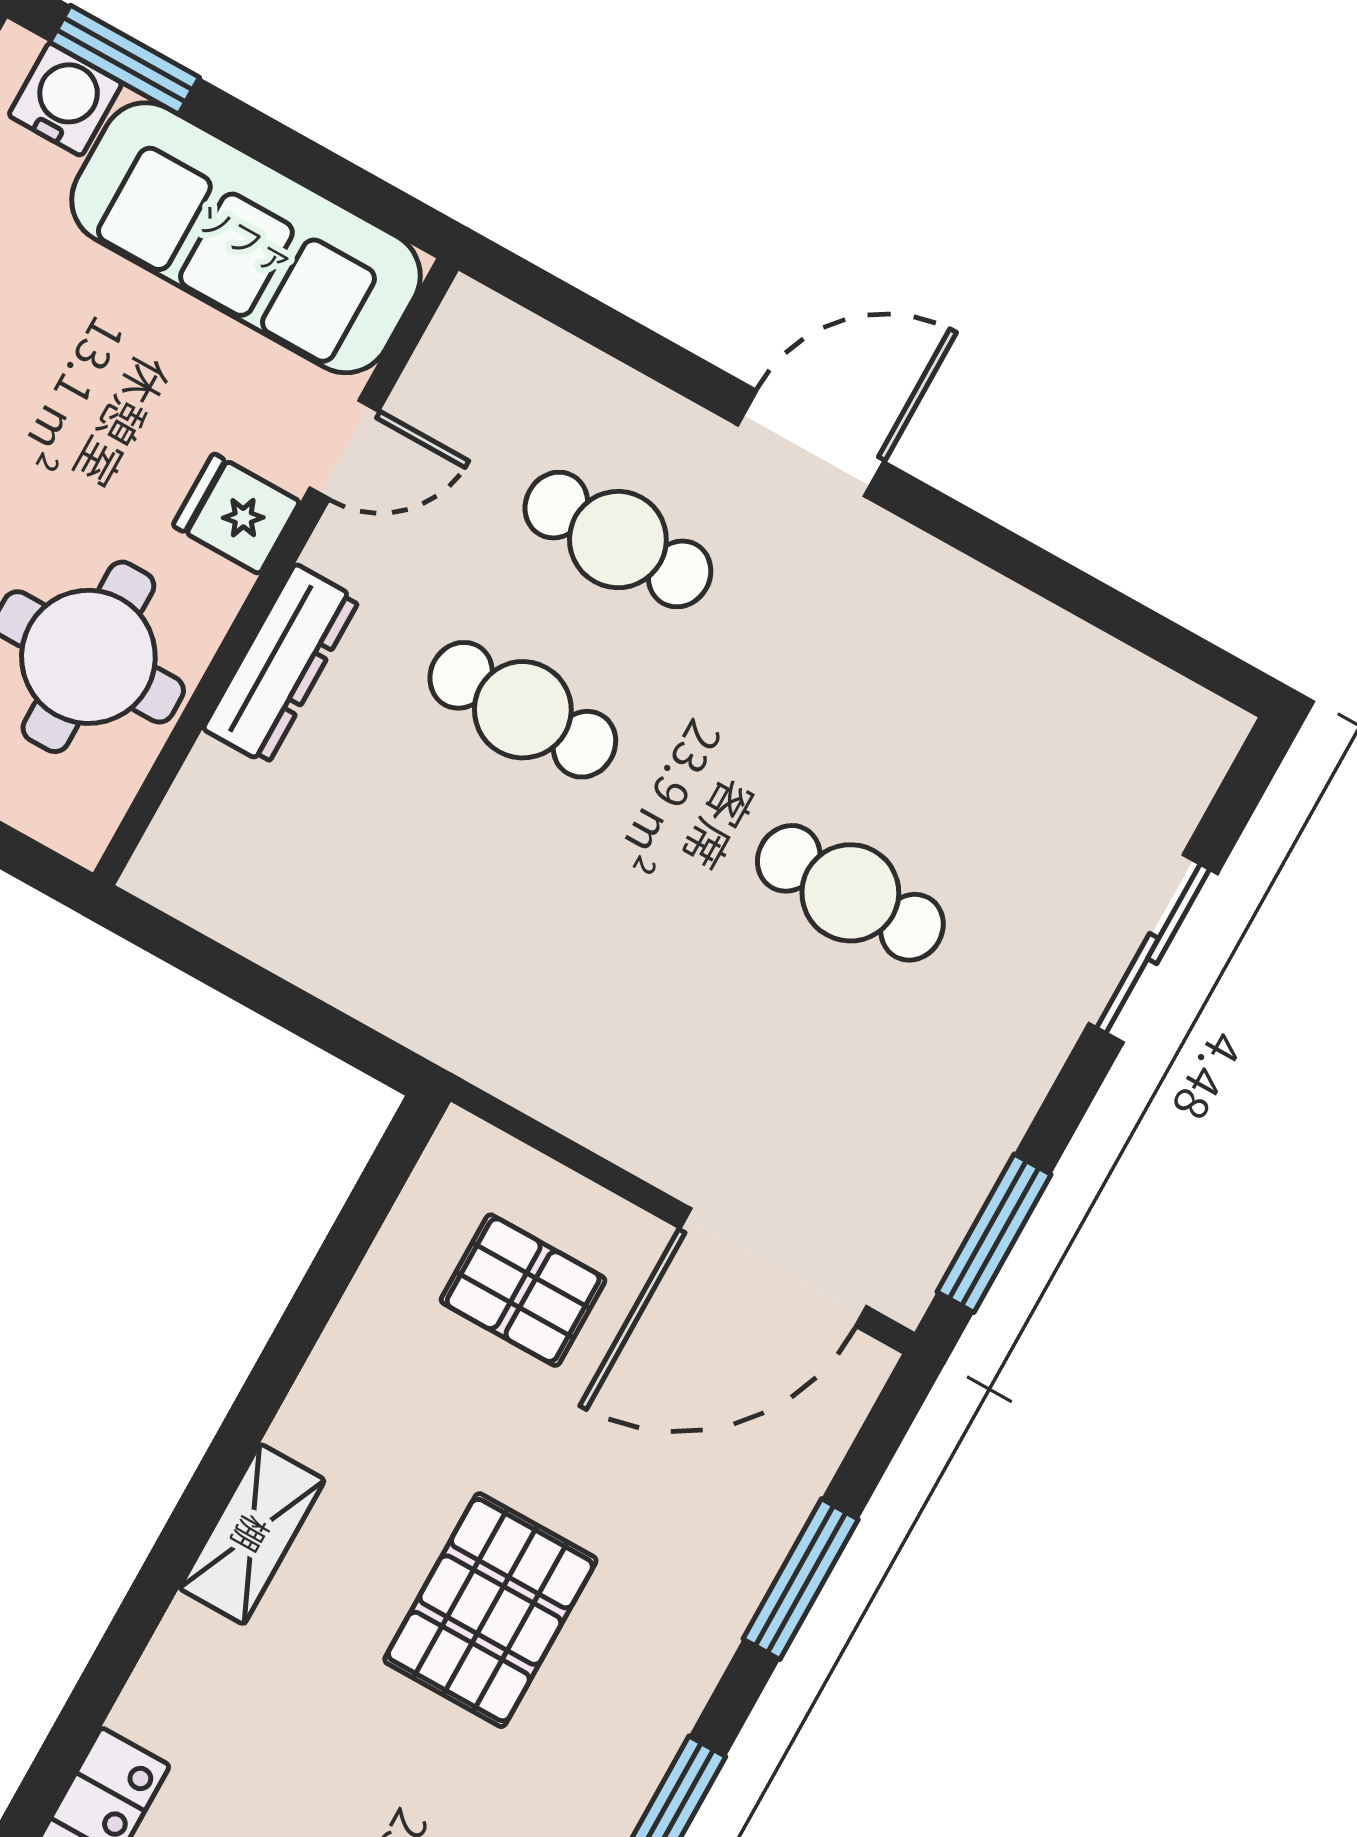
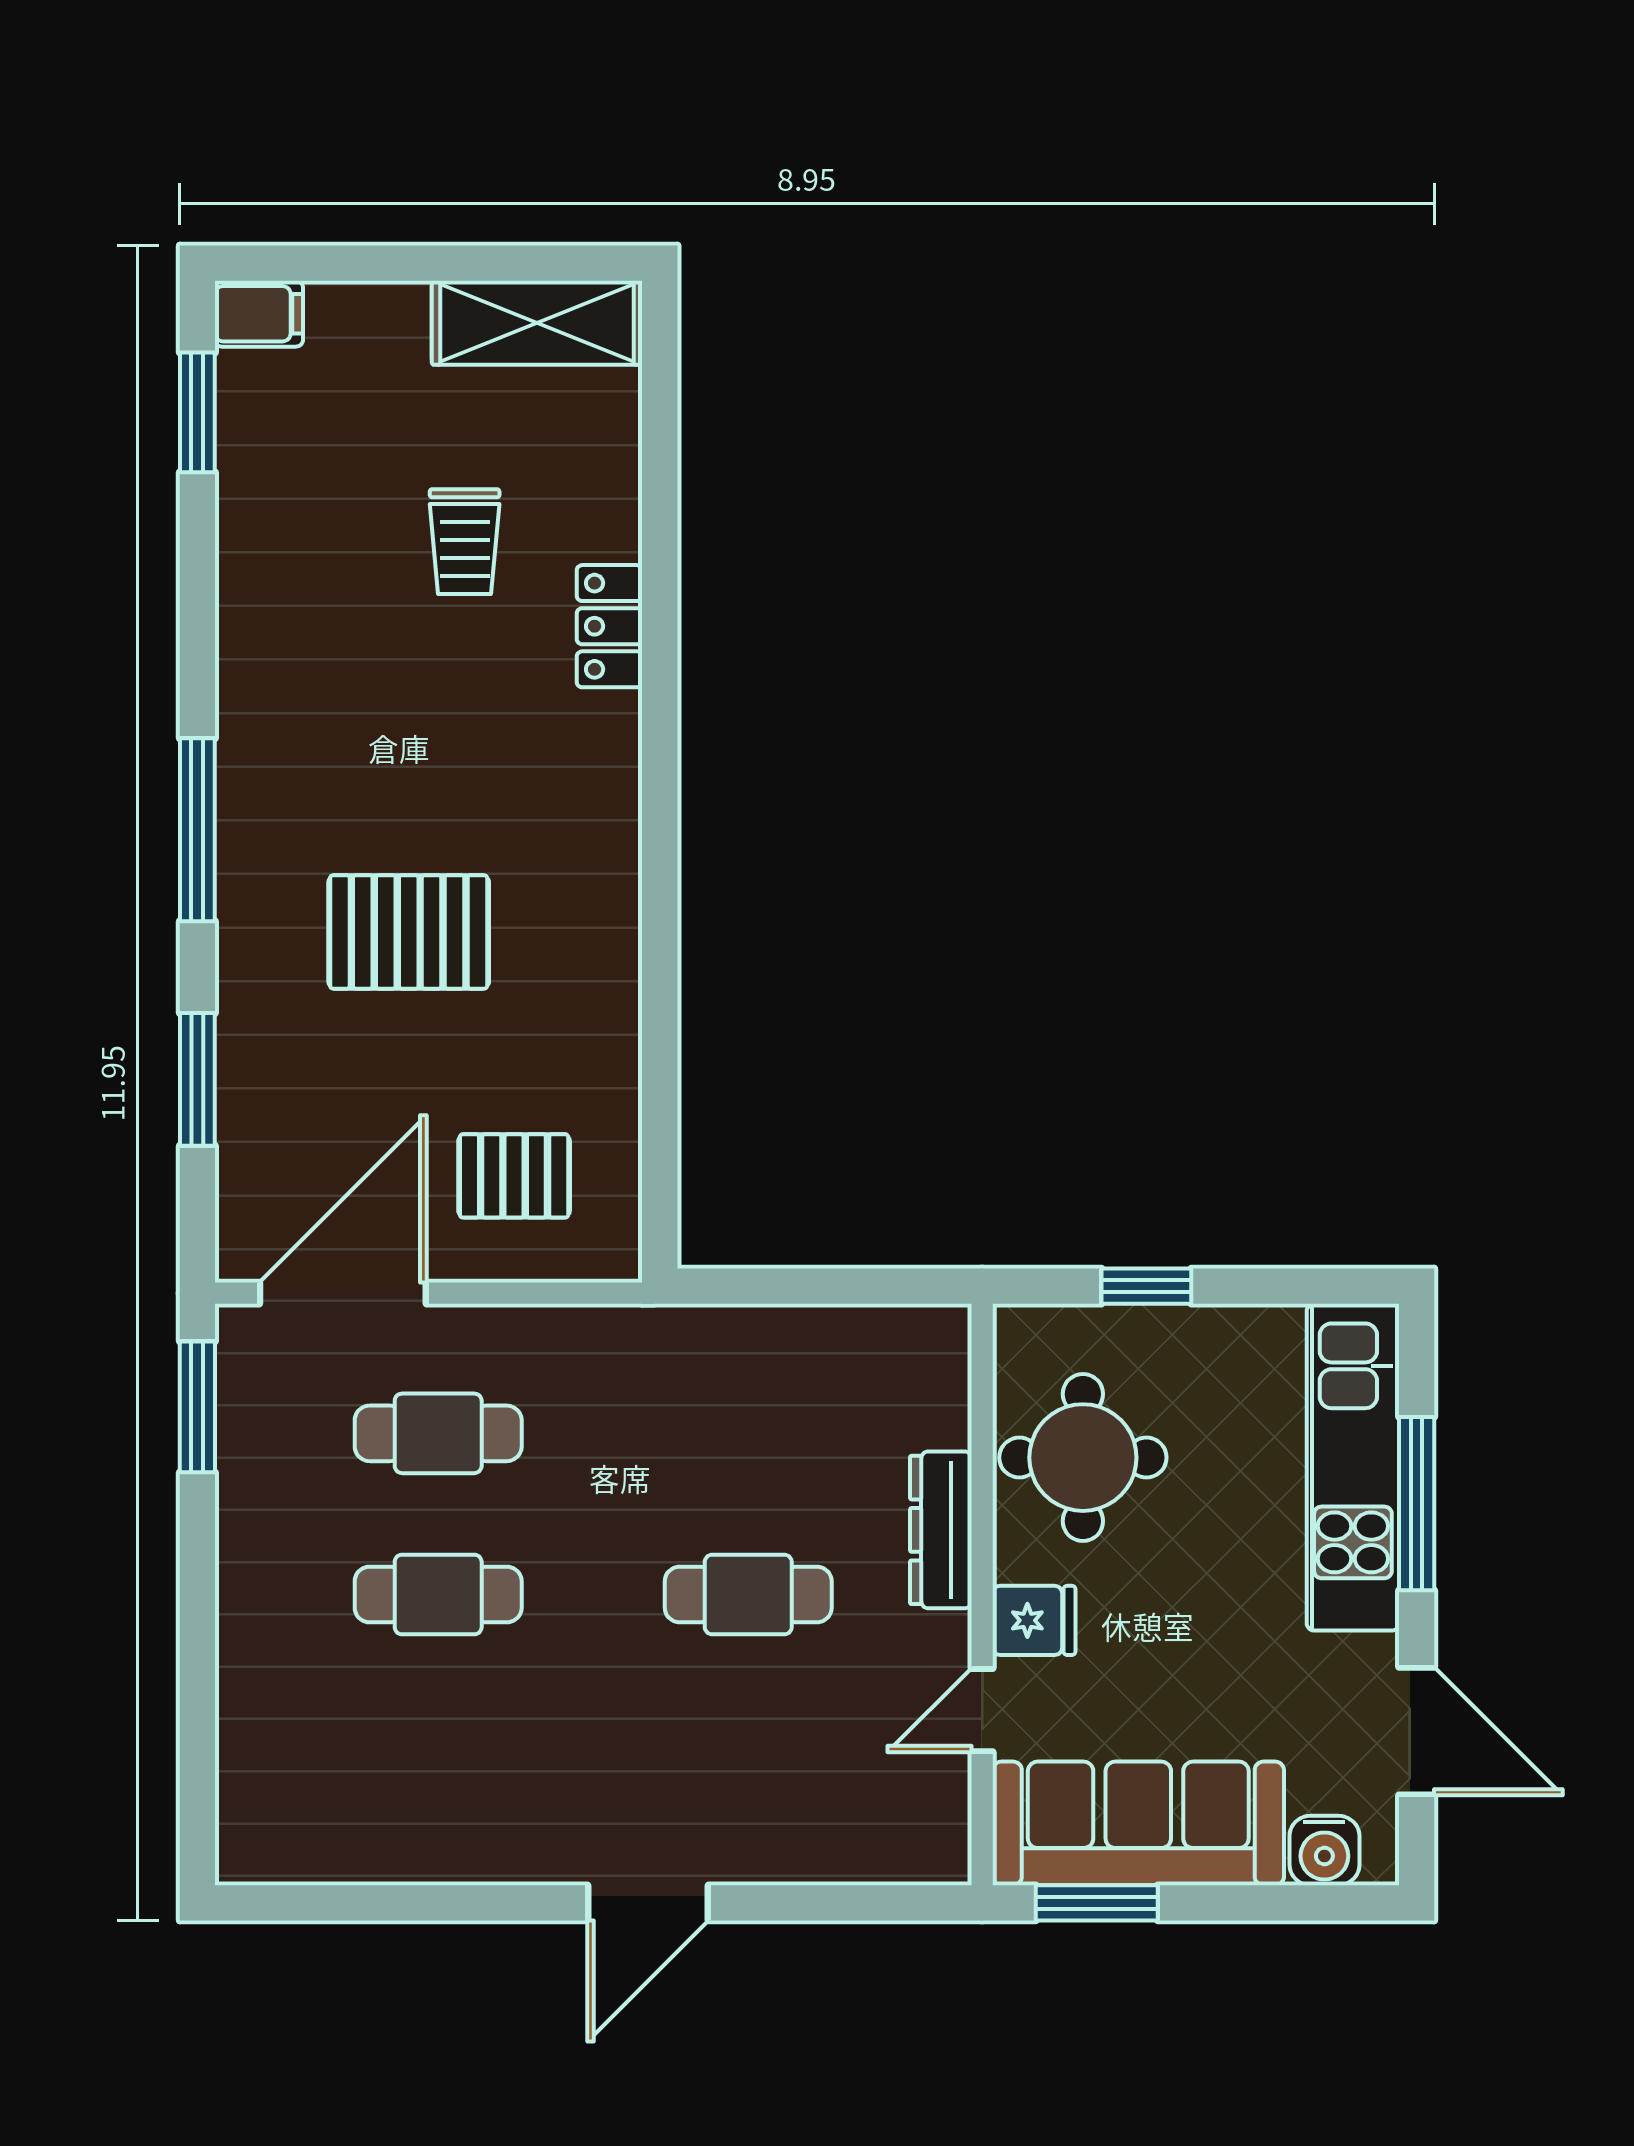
window: (125, 60) -> (1097, 1903), moved
cafe table: (618, 540) -> (438, 1433), moved
sliding door: (1153, 949) -> (197, 1676), removed
shelving: (252, 1534) -> (611, 891), removed
pallet: (490, 1610) -> (409, 932), turned 90

